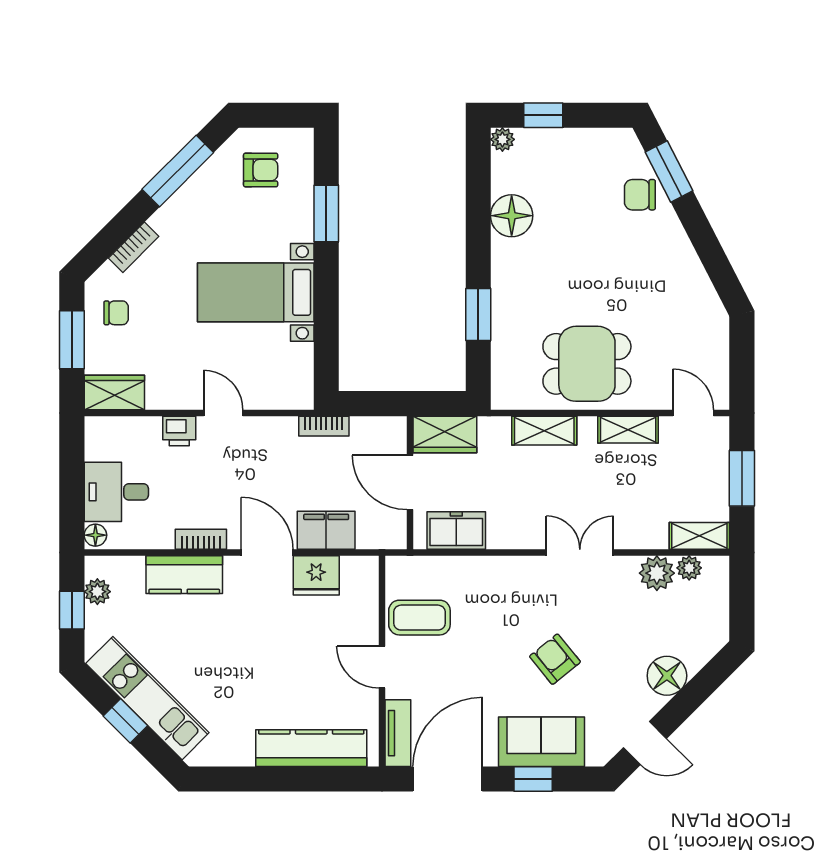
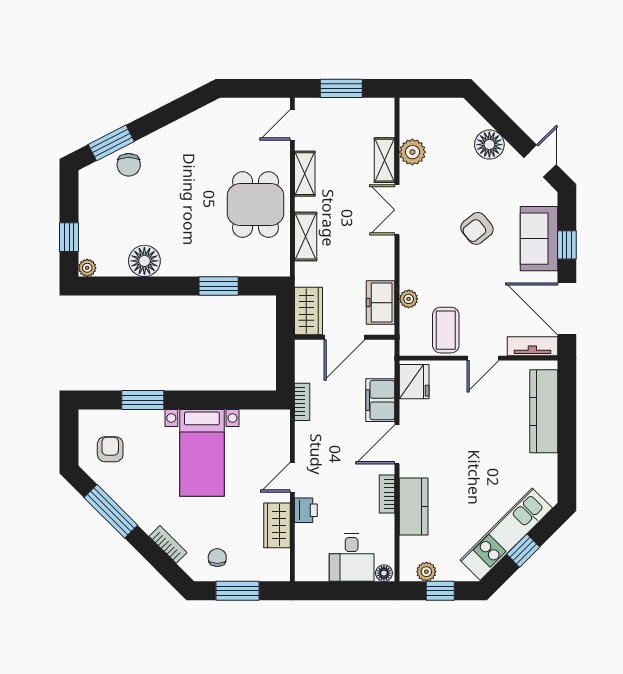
wardrobe: (114, 392) -> (277, 525), moved
shelving: (699, 536) -> (385, 160), moved
plant: (689, 568) -> (409, 299), moved
fridge: (316, 575) -> (414, 382), moved

